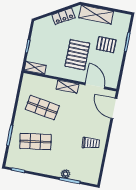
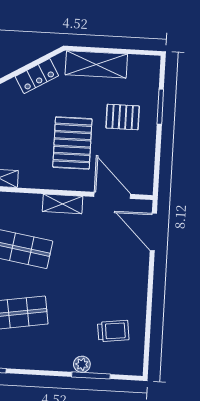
trolley: (91, 143) -> (113, 331), moved

